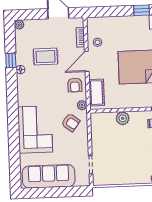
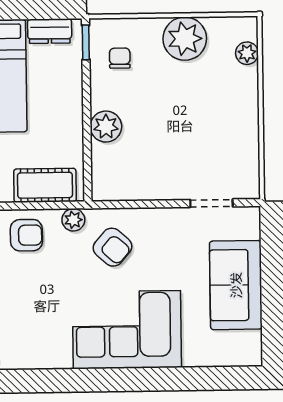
armchair: (71, 122) -> (113, 247), turned 94
sofa: (49, 176) -> (236, 285), width x0.73

